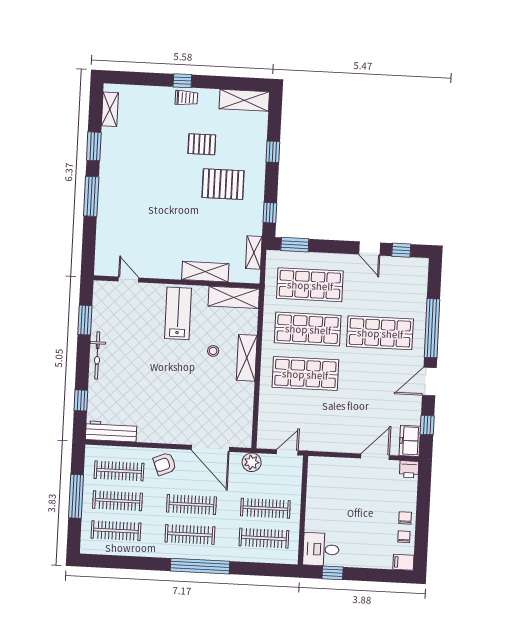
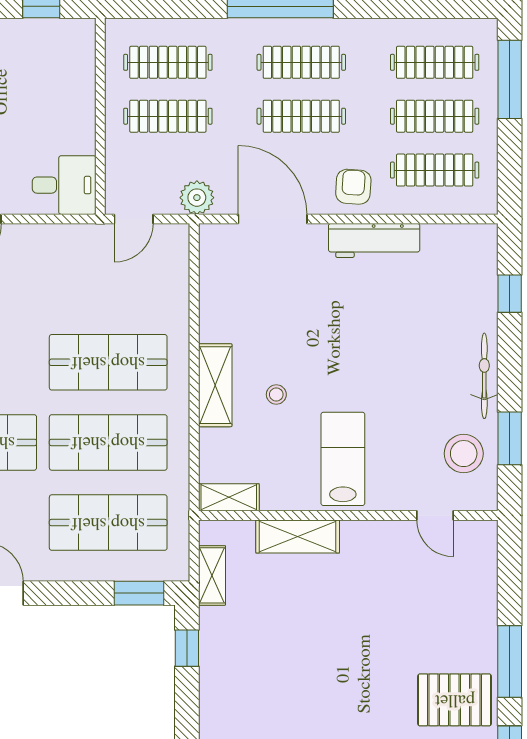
pallet: (223, 184) -> (455, 700), moved
shelving: (234, 297) -> (229, 497), width x0.67, depth x0.75
stool: (111, 313) -> (464, 454), added
lab bench: (178, 313) -> (343, 459), turned 180
workbench: (111, 431) -> (374, 240), moved
armchair: (165, 464) -> (353, 187), turned -64
window: (76, 496) -> (510, 79), moved
desk: (321, 549) -> (64, 185), moved

